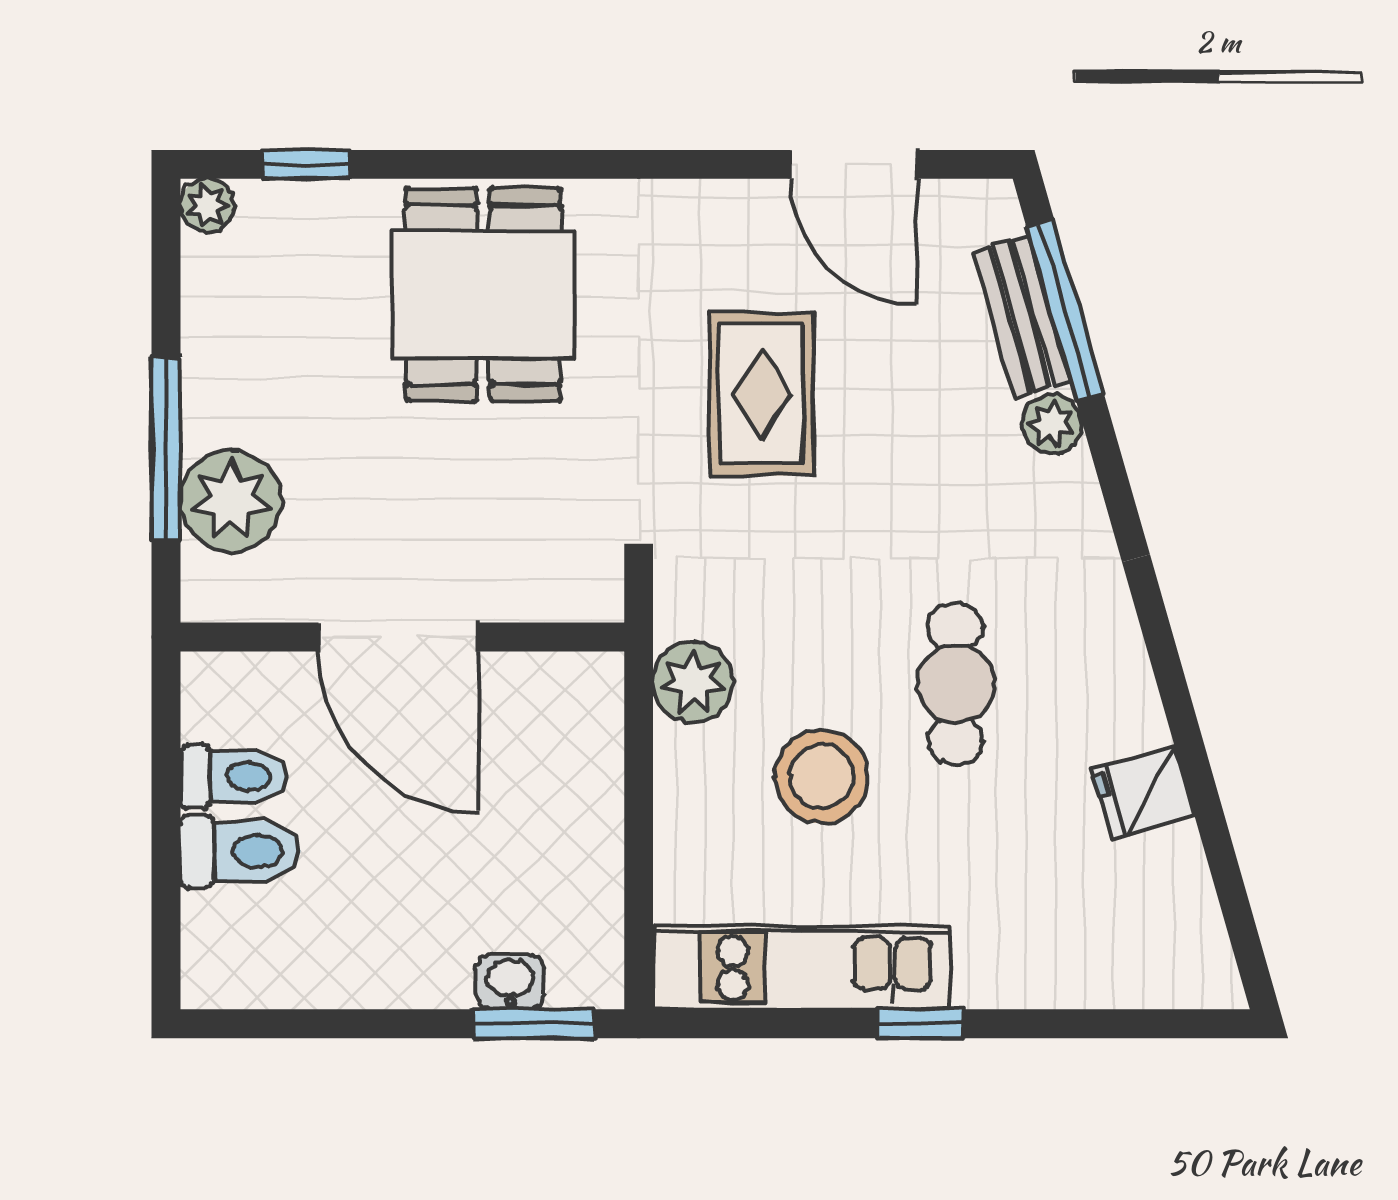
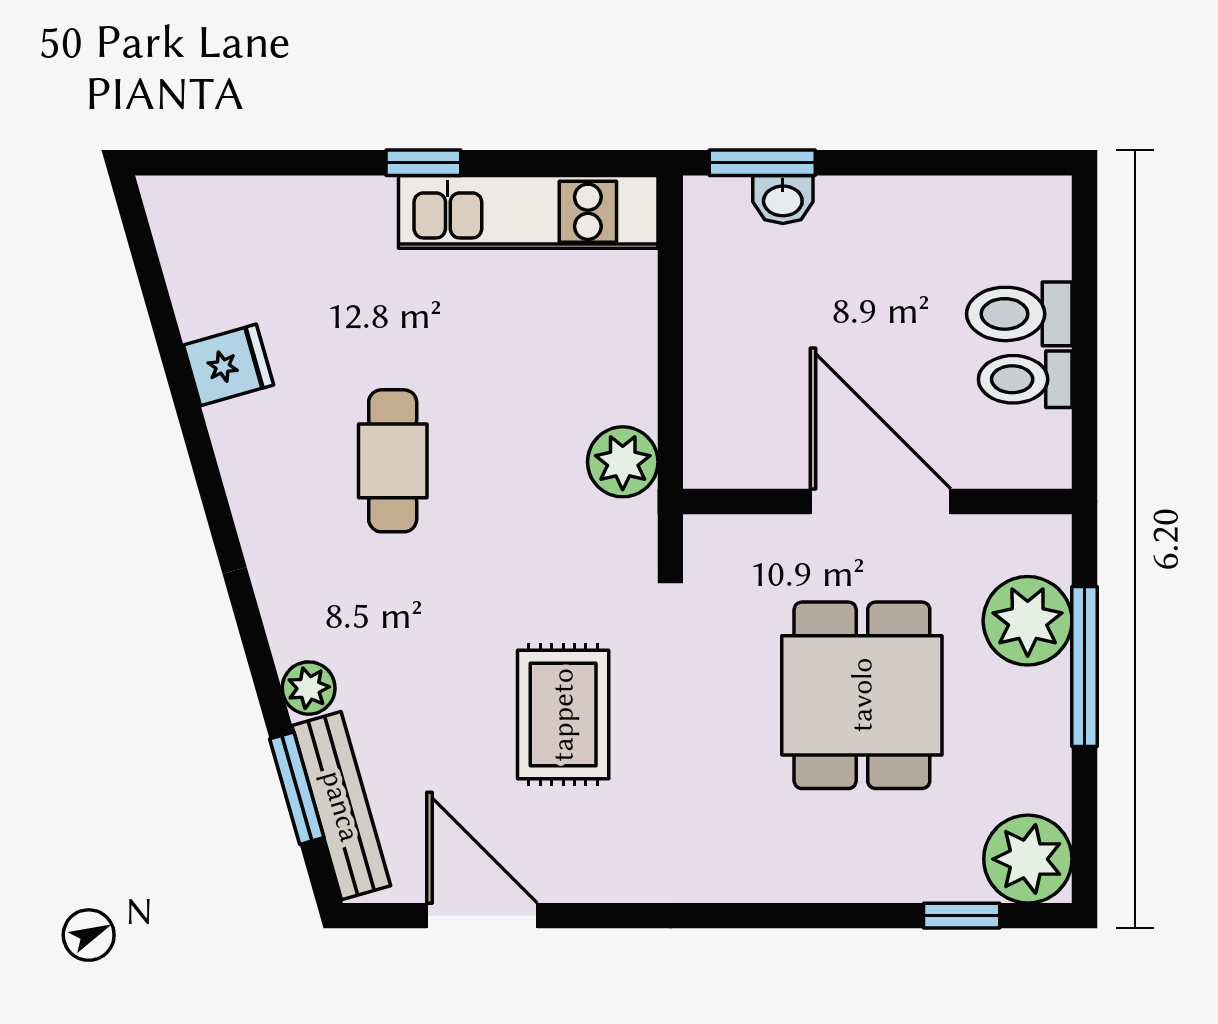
plant: (207, 205) -> (1028, 859), width x1.88, depth x1.88
dining table: (483, 295) -> (862, 695), moved
window: (1065, 310) -> (297, 788), width x0.69
bench: (1022, 316) -> (341, 806), width x1.36
stool: (822, 776) -> (510, 379), removed

